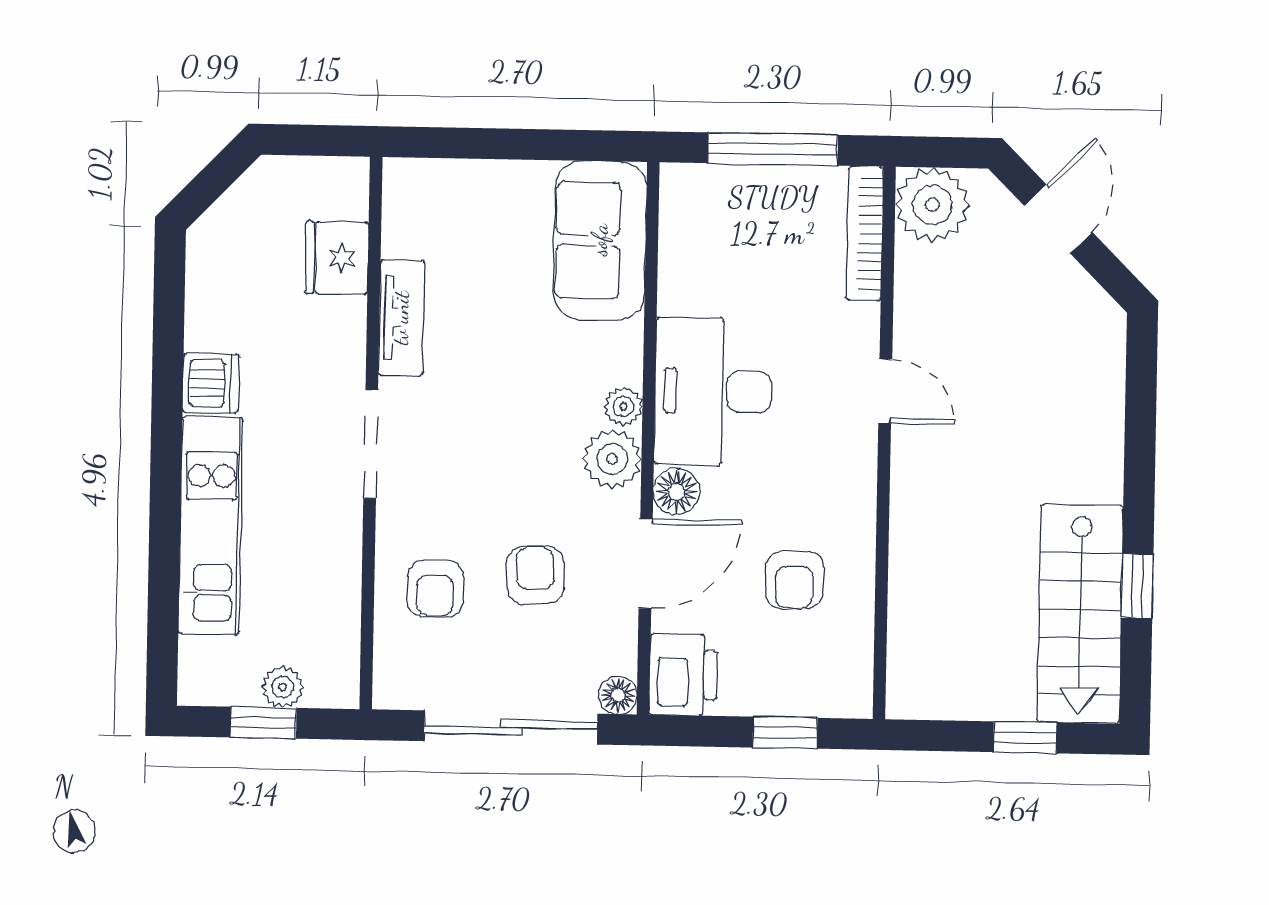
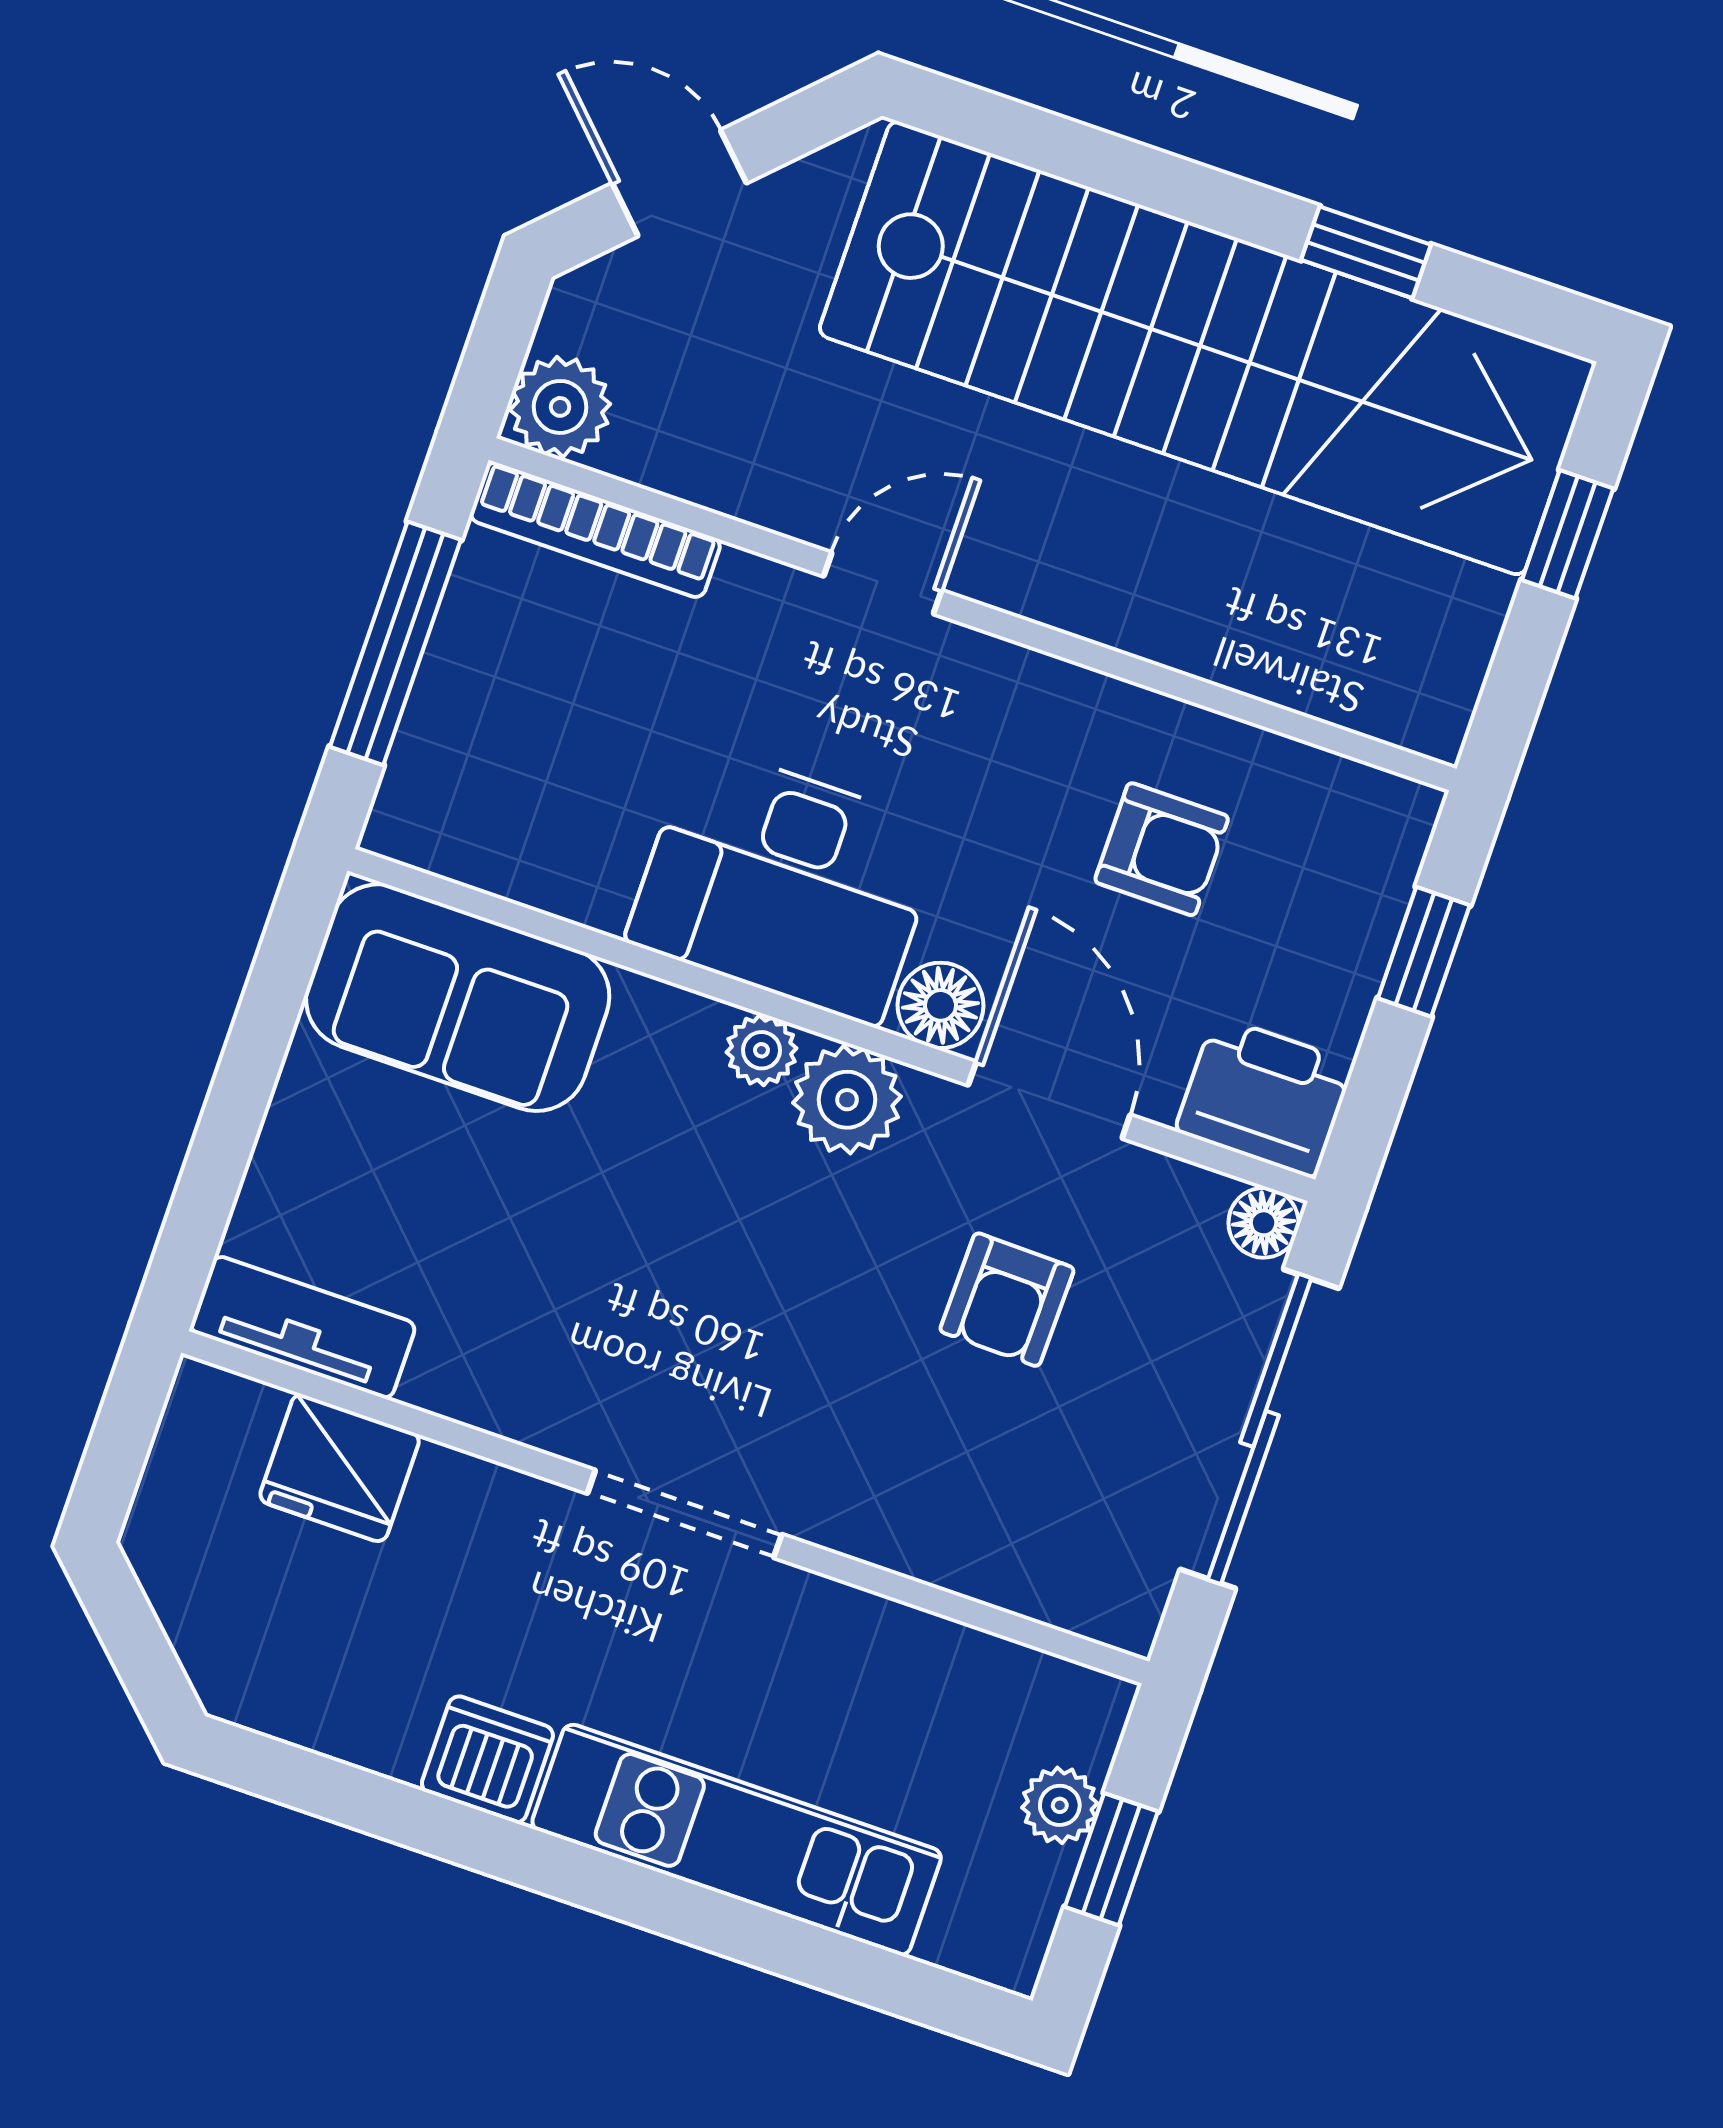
plant: (932, 205) -> (560, 407), width x0.73, depth x0.73
tv unit: (401, 318) -> (303, 1327), moved
armchair: (535, 575) -> (1007, 1300), turned -86
armchair: (435, 589) -> (974, 1482), removed
stairs: (1080, 614) -> (1207, 348), width x1.86, depth x1.51

